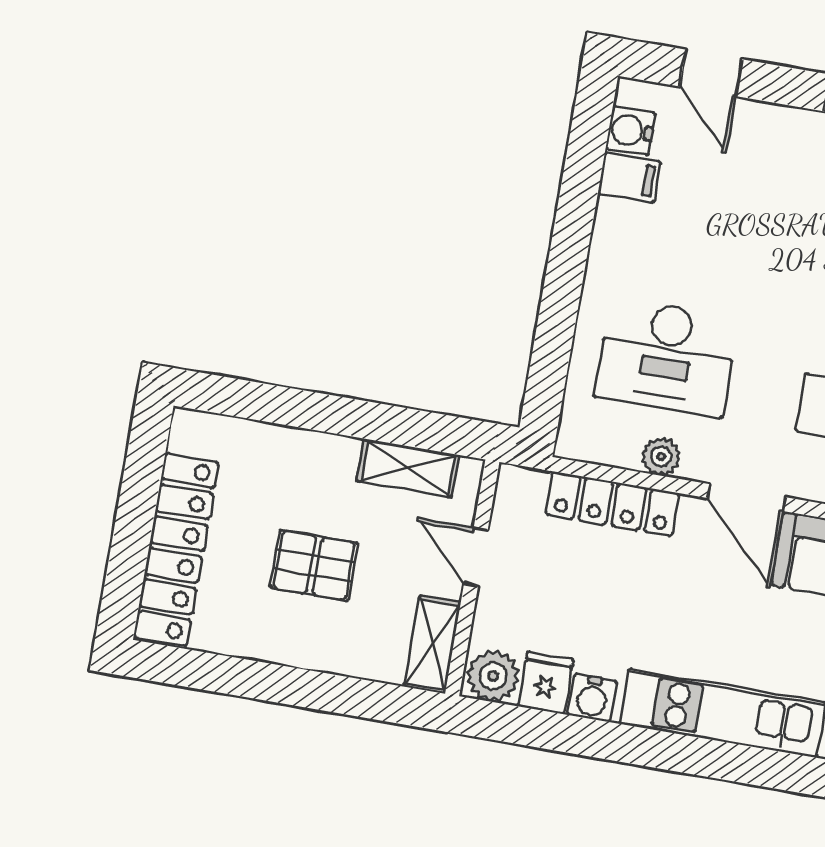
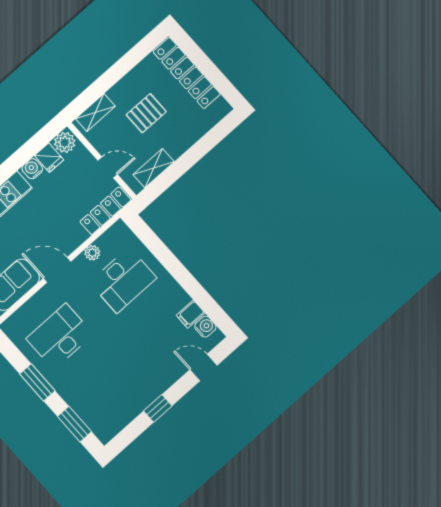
desk: (666, 357) -> (123, 280), turned 180
locker: (612, 504) -> (105, 211), moved
shelving: (432, 645) -> (95, 112), moved, turned 90

